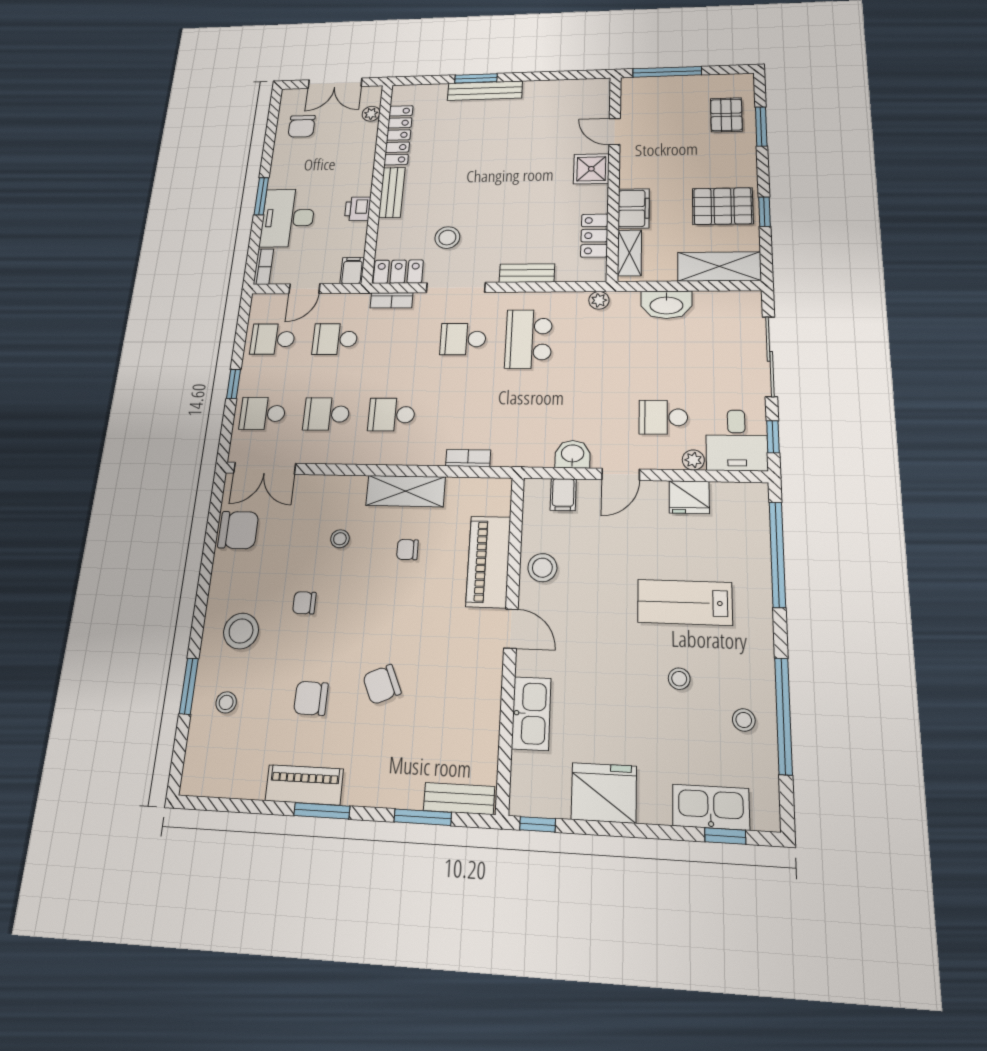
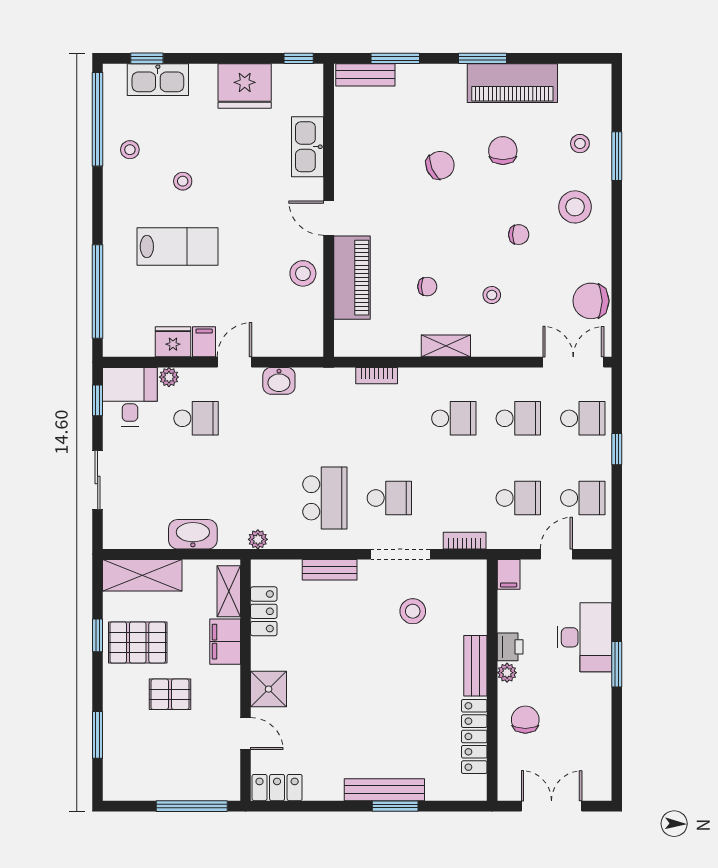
plant: (371, 114) -> (507, 673), moved
pallet: (726, 115) -> (170, 694), moved, turned 90
chair: (302, 126) -> (525, 720), moved
bookcase: (263, 267) -> (603, 580), removed
locker: (398, 272) -> (277, 788), moved, turned 180
sliding door: (770, 356) -> (98, 480), width x0.73
shelving: (406, 491) -> (446, 346), width x0.67, depth x0.75
filing cabinet: (563, 495) -> (204, 342), moved
chair: (311, 698) -> (503, 151), turned -91
window: (783, 716) -> (98, 119), moved
piano: (304, 785) -> (512, 83), width x1.37, depth x1.33

